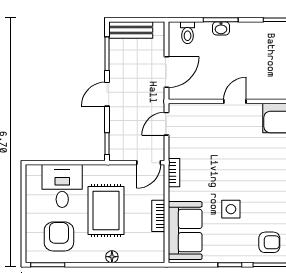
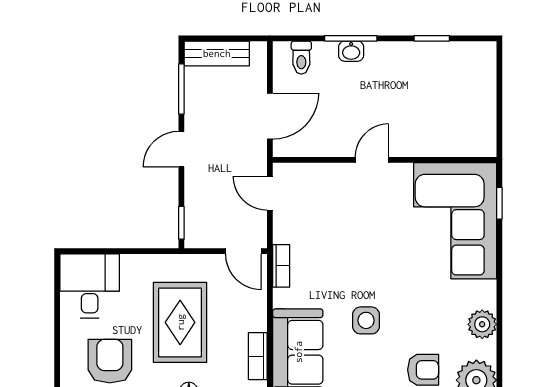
door: (166, 124) -> (270, 193), hinge flipped
door: (149, 163) -> (243, 251), hinge flipped
desk: (62, 186) -> (90, 286), moved
bookcase: (158, 216) -> (258, 356), moved

